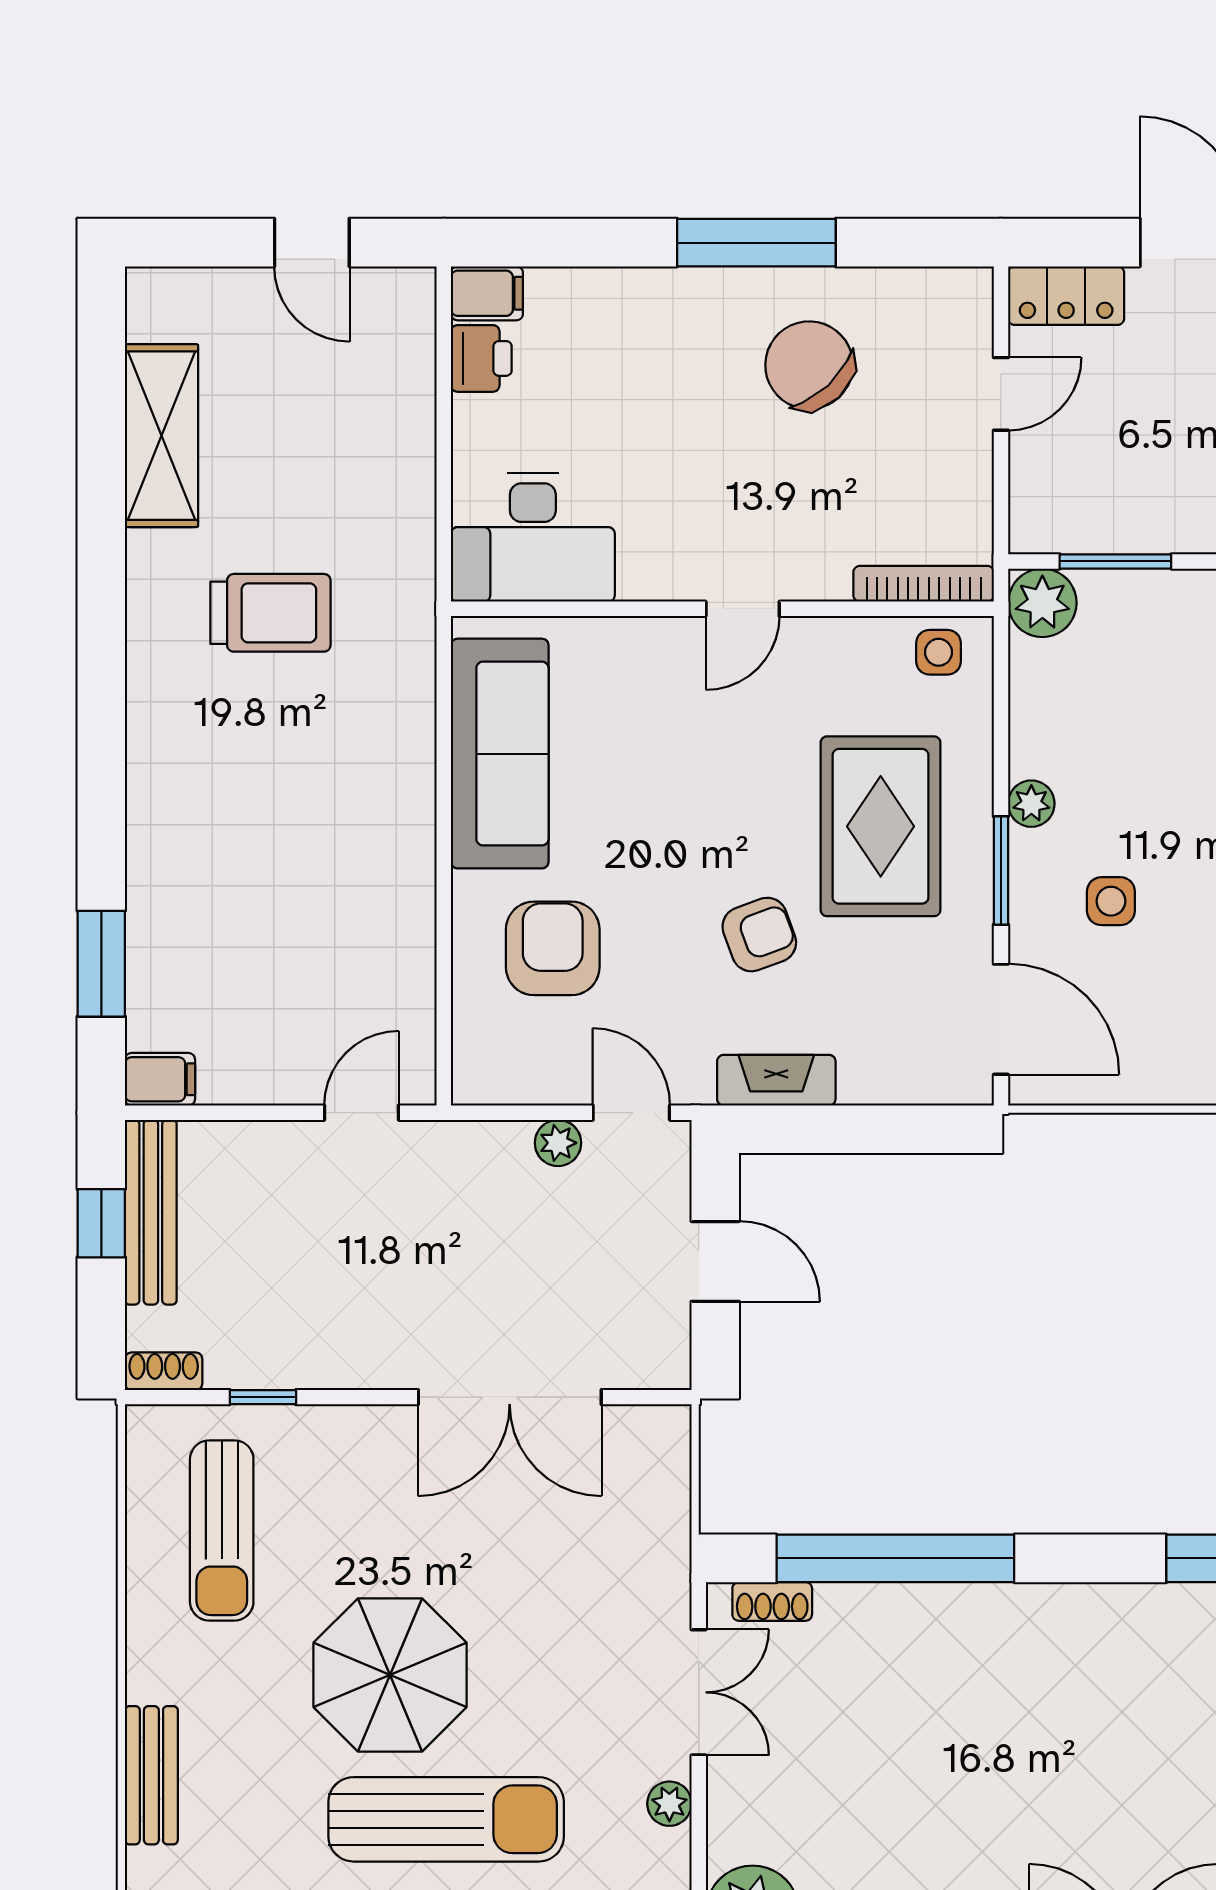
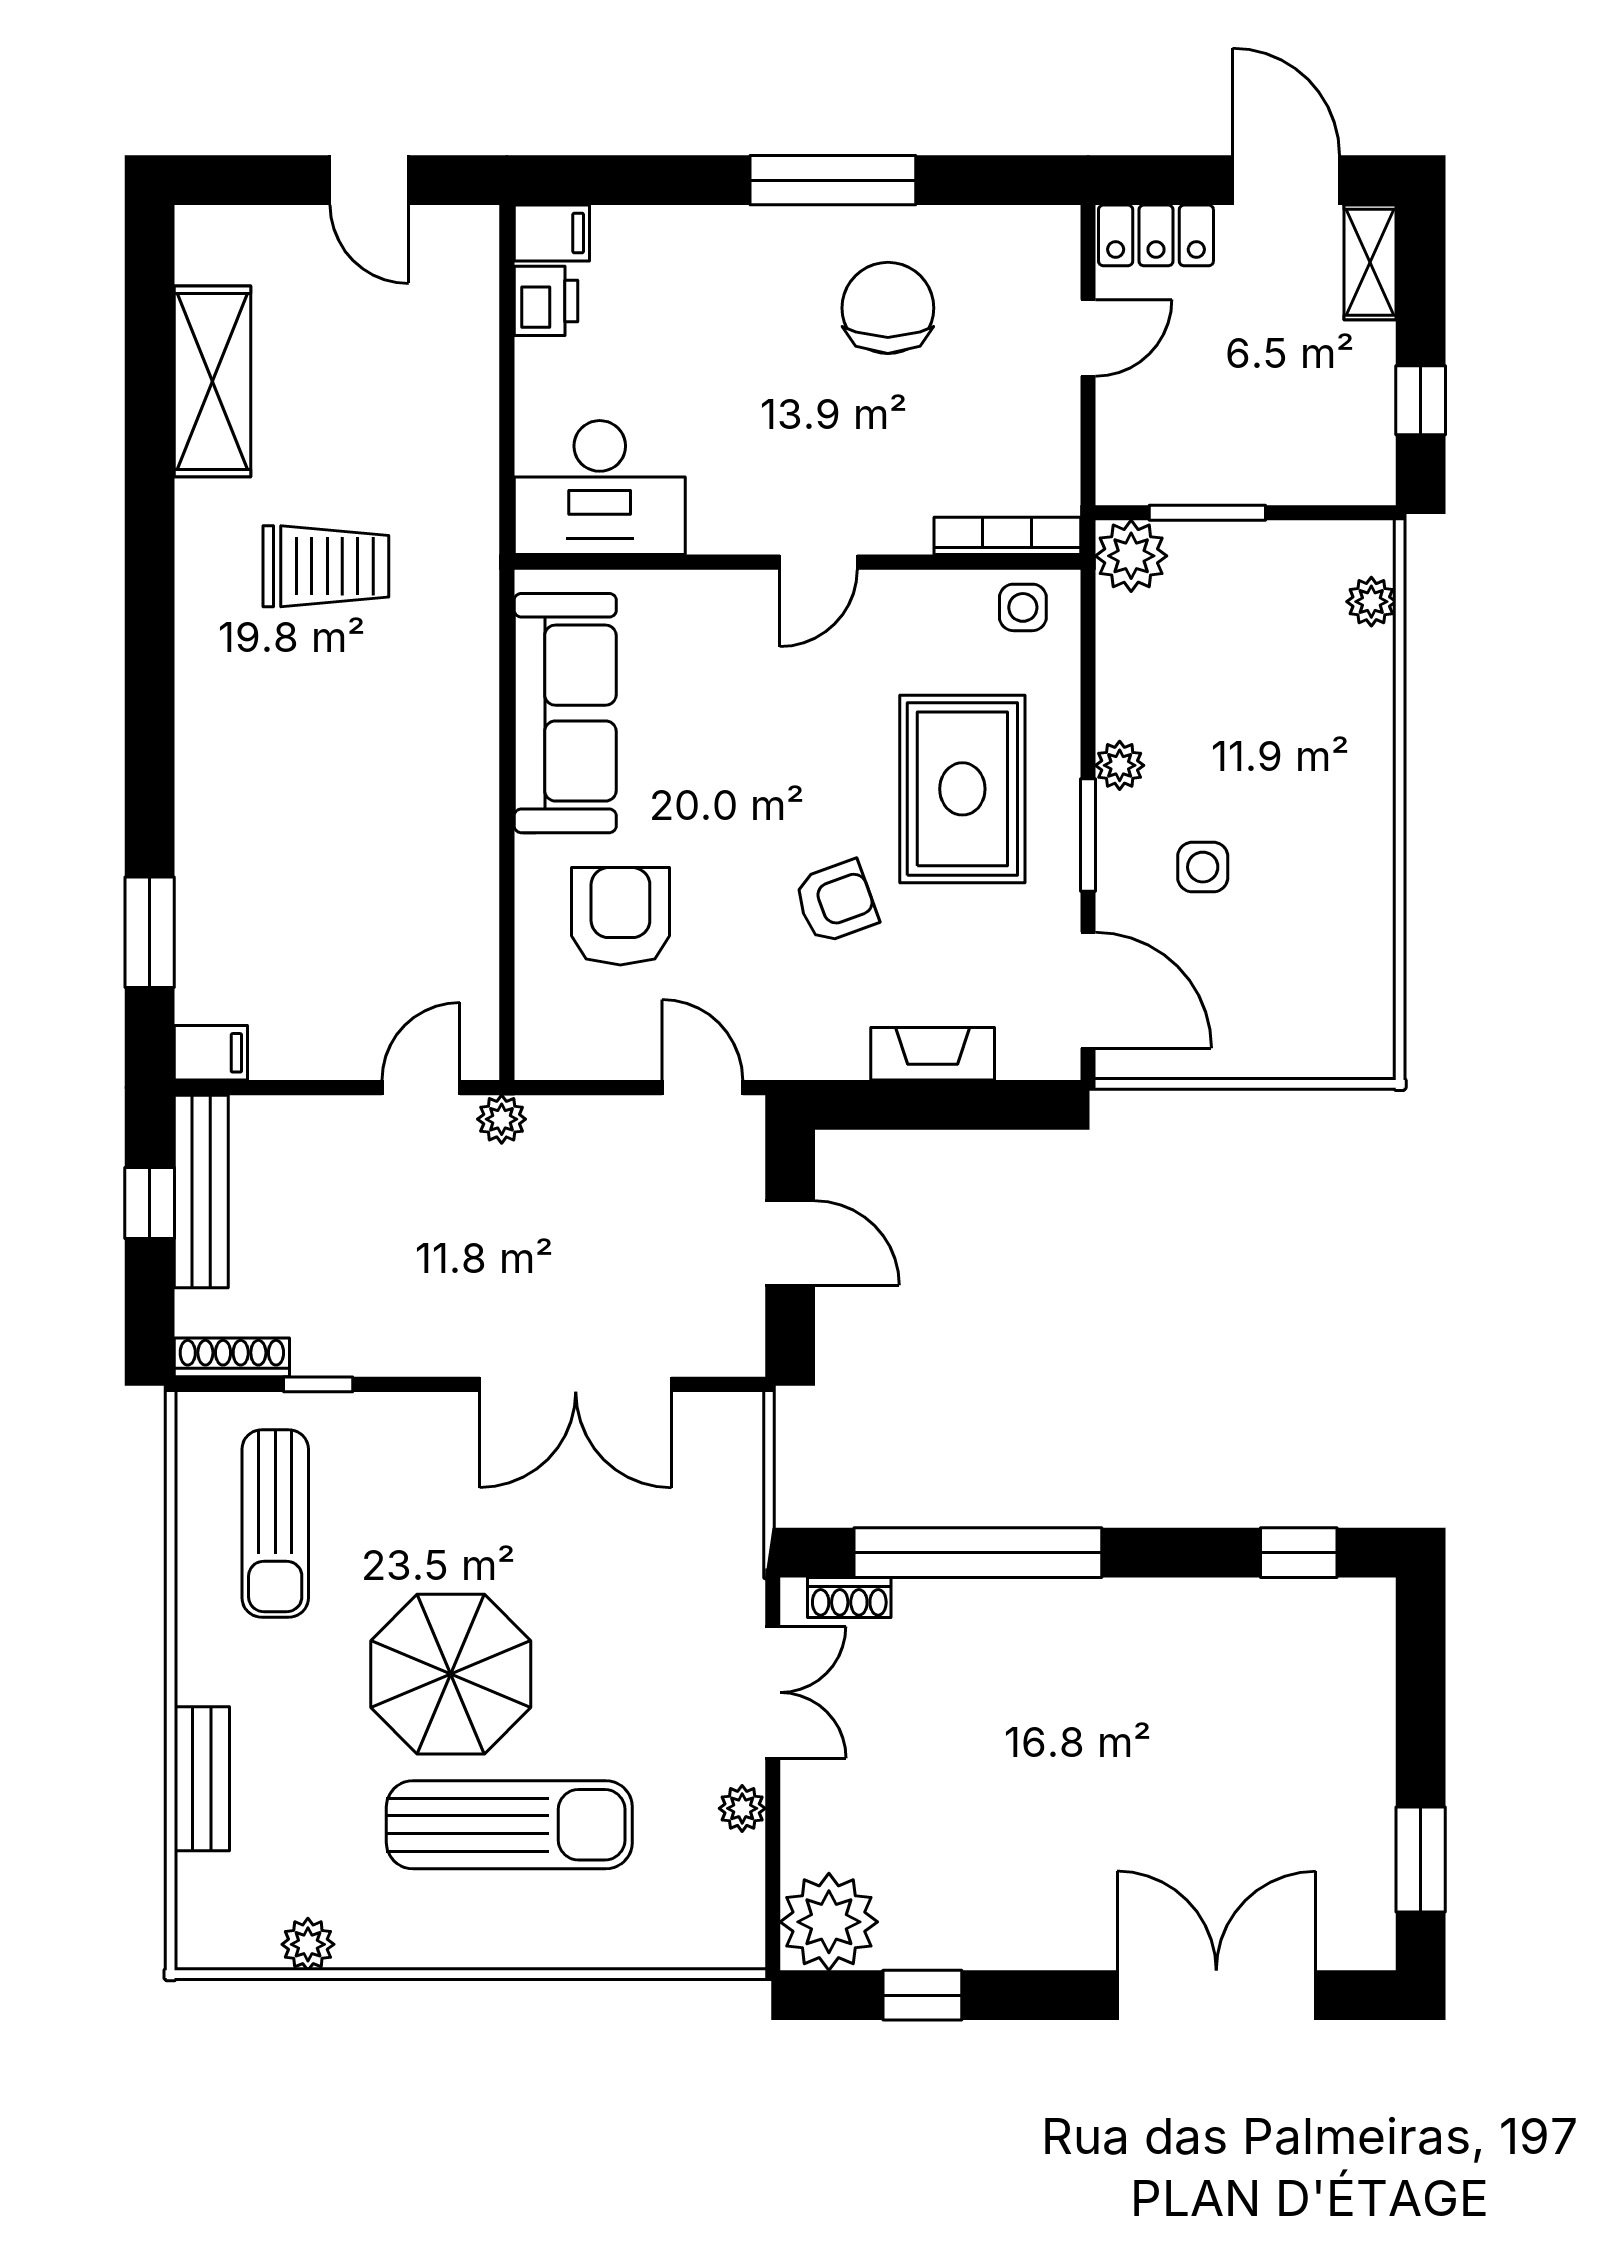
chair: (809, 365) -> (888, 308), turned 43
fireplace: (776, 1080) -> (933, 1054), moved
plant: (558, 1143) -> (502, 1119), moved
shoe rack: (164, 1371) -> (232, 1357), width x1.43

